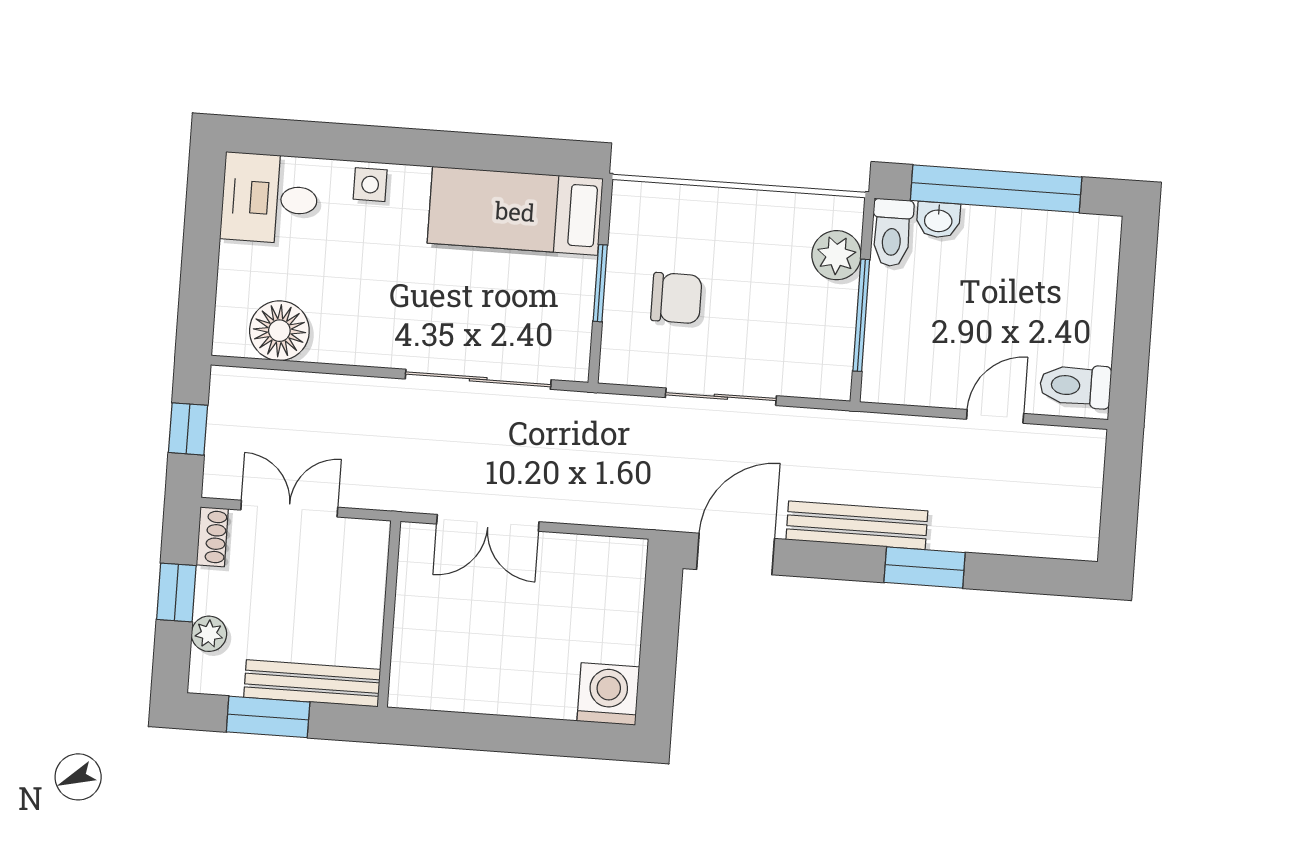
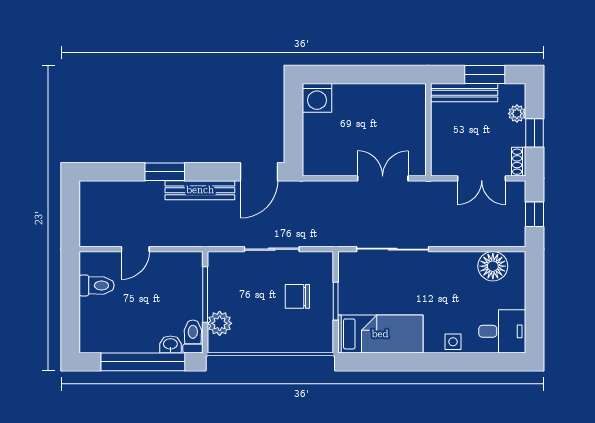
toilet: (1075, 386) -> (97, 285), moved

